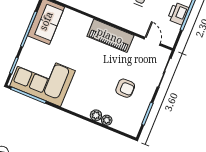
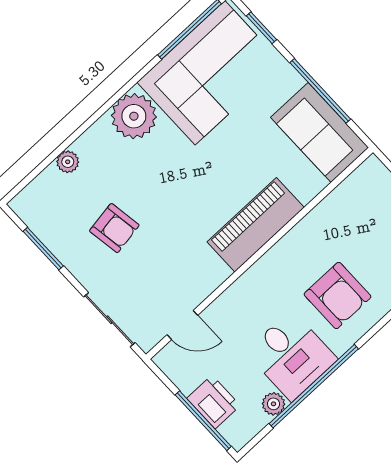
piano: (110, 36) -> (256, 225), moved
armchair: (125, 88) -> (114, 228), turned -99
plant: (96, 115) -> (134, 116), moved, width x1.87, depth x1.87

